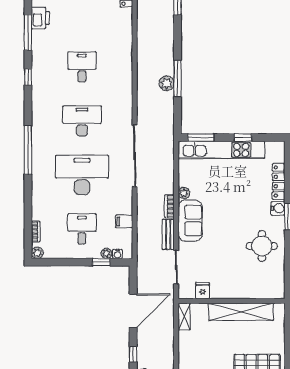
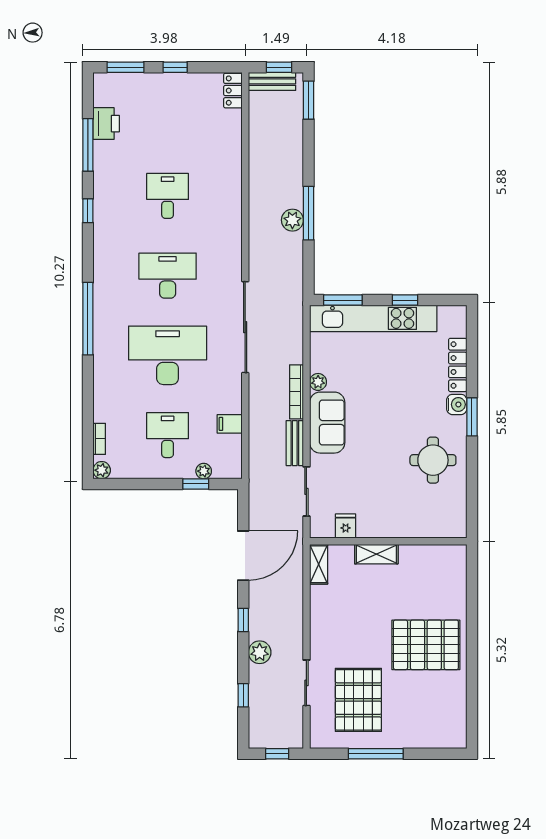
bookcase: (169, 206) -> (297, 392), width x1.56
water cooler: (118, 254) -> (220, 472), removed
shelving: (241, 312) -> (376, 554), width x0.45, depth x0.75

